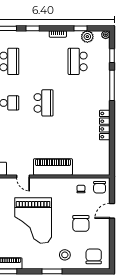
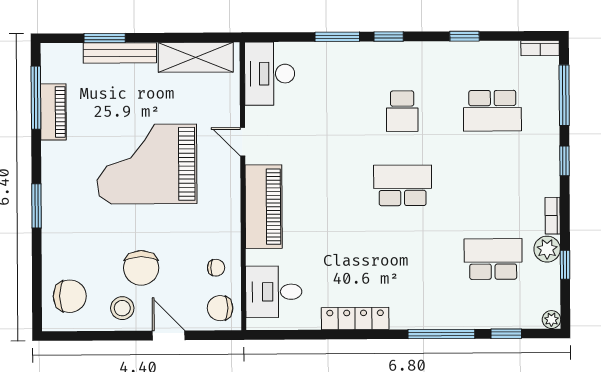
plant: (87, 37) -> (547, 249), moved
school desk: (43, 103) -> (403, 185), turned 180
desk: (92, 162) -> (274, 292), added
door: (23, 176) -> (243, 142), hinge flipped
chair: (81, 223) -> (141, 268), turned -90
stool: (65, 255) -> (122, 308), moved

